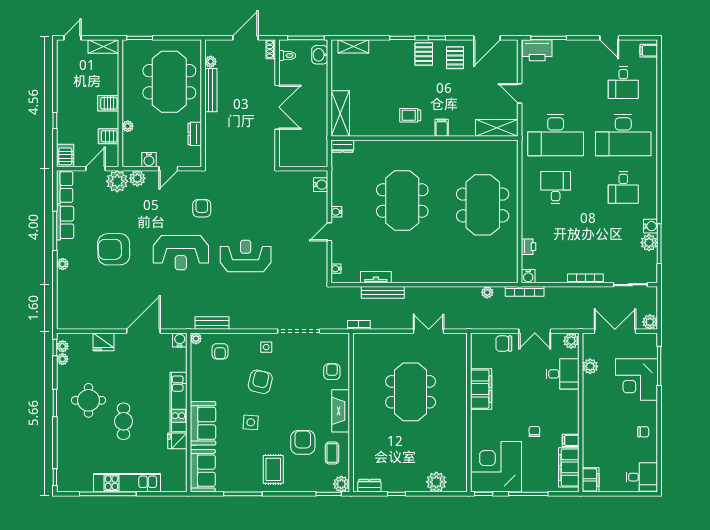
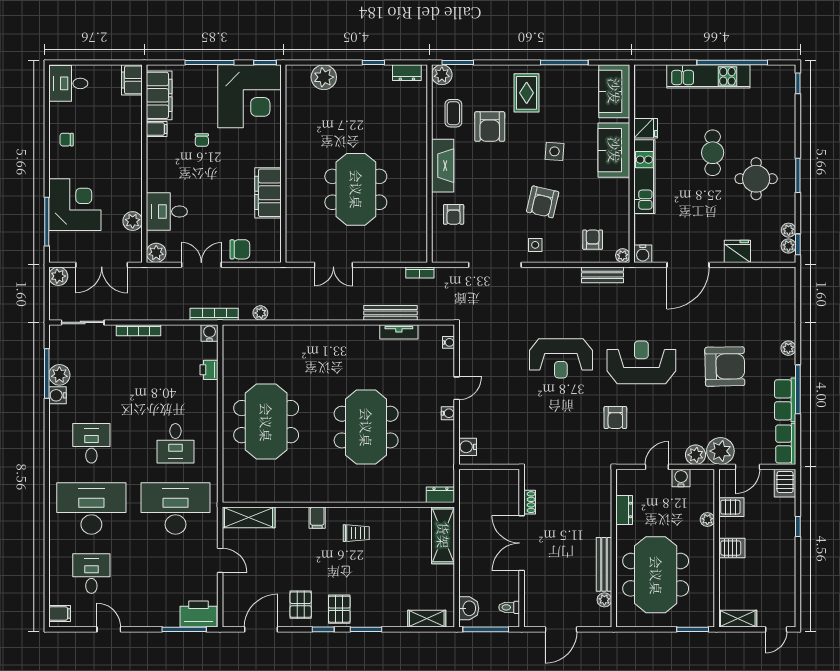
shoe rack: (271, 49) -> (530, 502), moved

